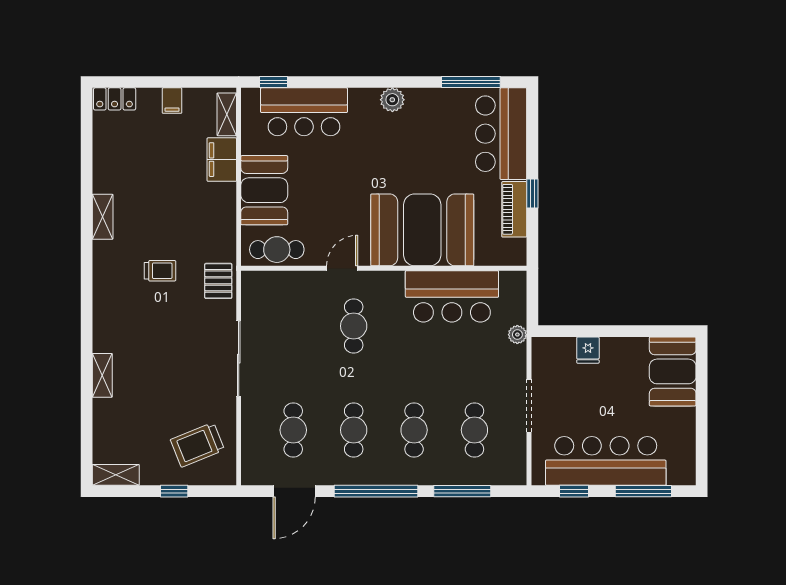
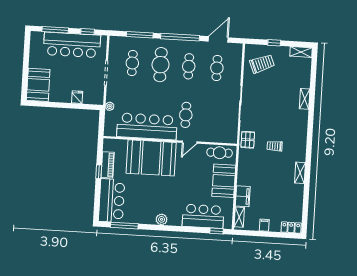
bar counter: (452, 296) -> (147, 126), width x1.36
cafe table: (414, 430) -> (161, 65), width x1.37, depth x1.35

